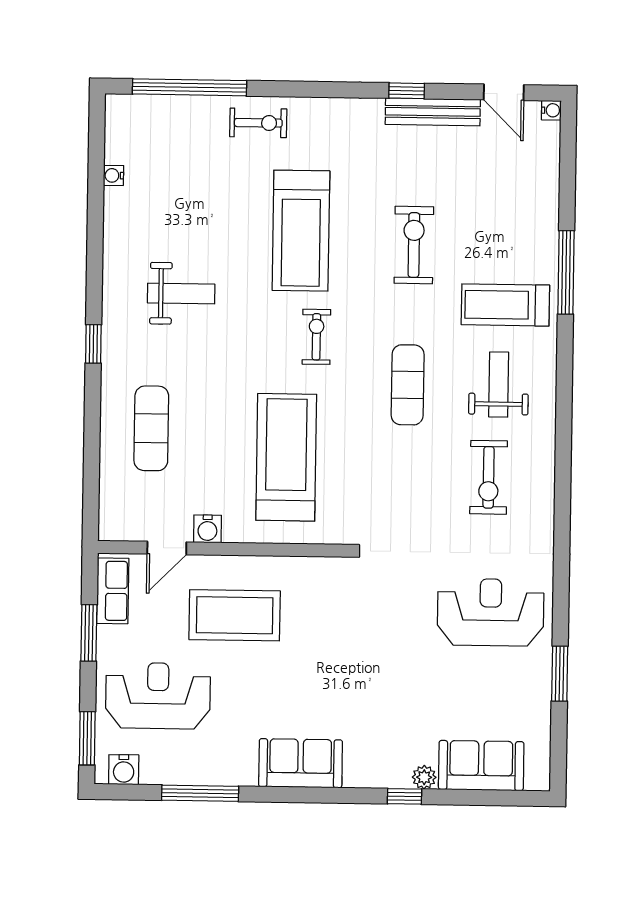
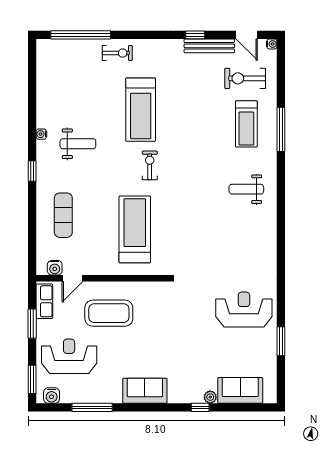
water cooler: (114, 175) -> (41, 134), moved
exercise bike: (414, 245) -> (245, 78), moved, turned -90
treadmill: (505, 305) -> (246, 124), moved, turned -90
exercise mat: (408, 385) -> (198, 190), removed
weight bench: (499, 385) -> (246, 189), turned -90
exercise bike: (489, 477) -> (242, 238), removed
water cooler: (207, 529) -> (55, 268), moved

